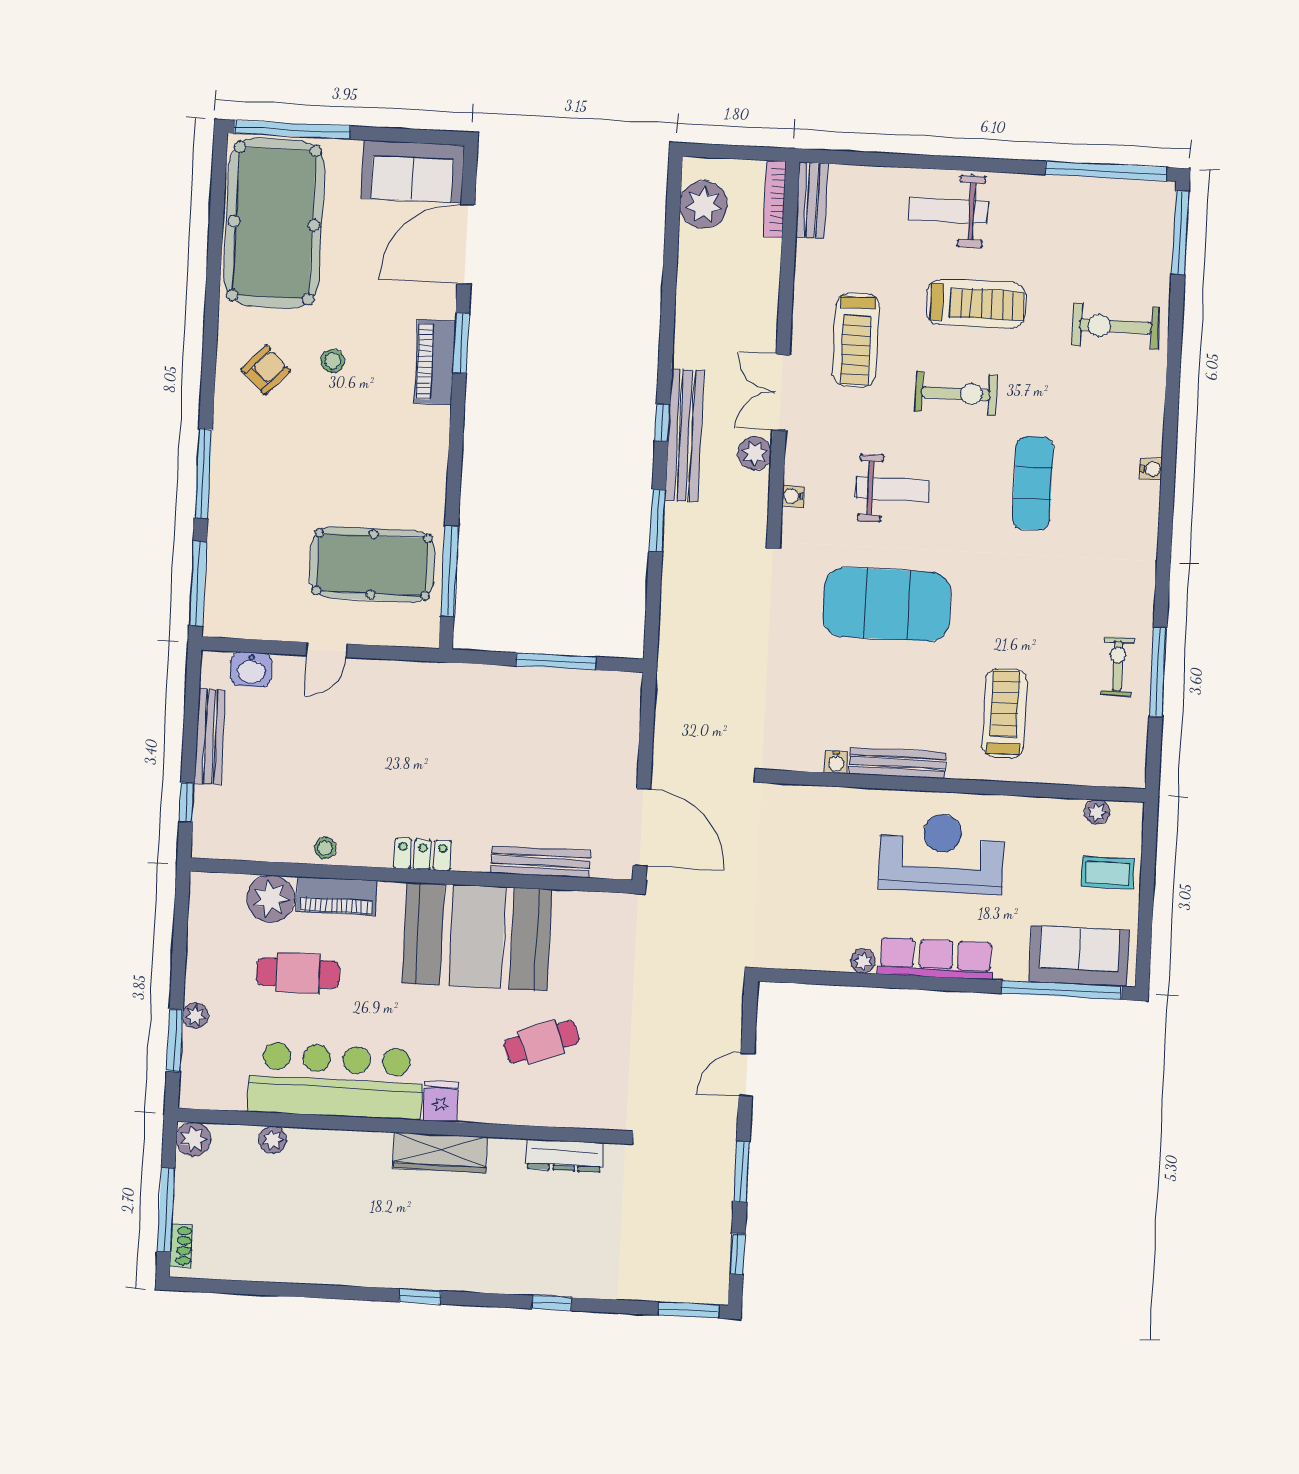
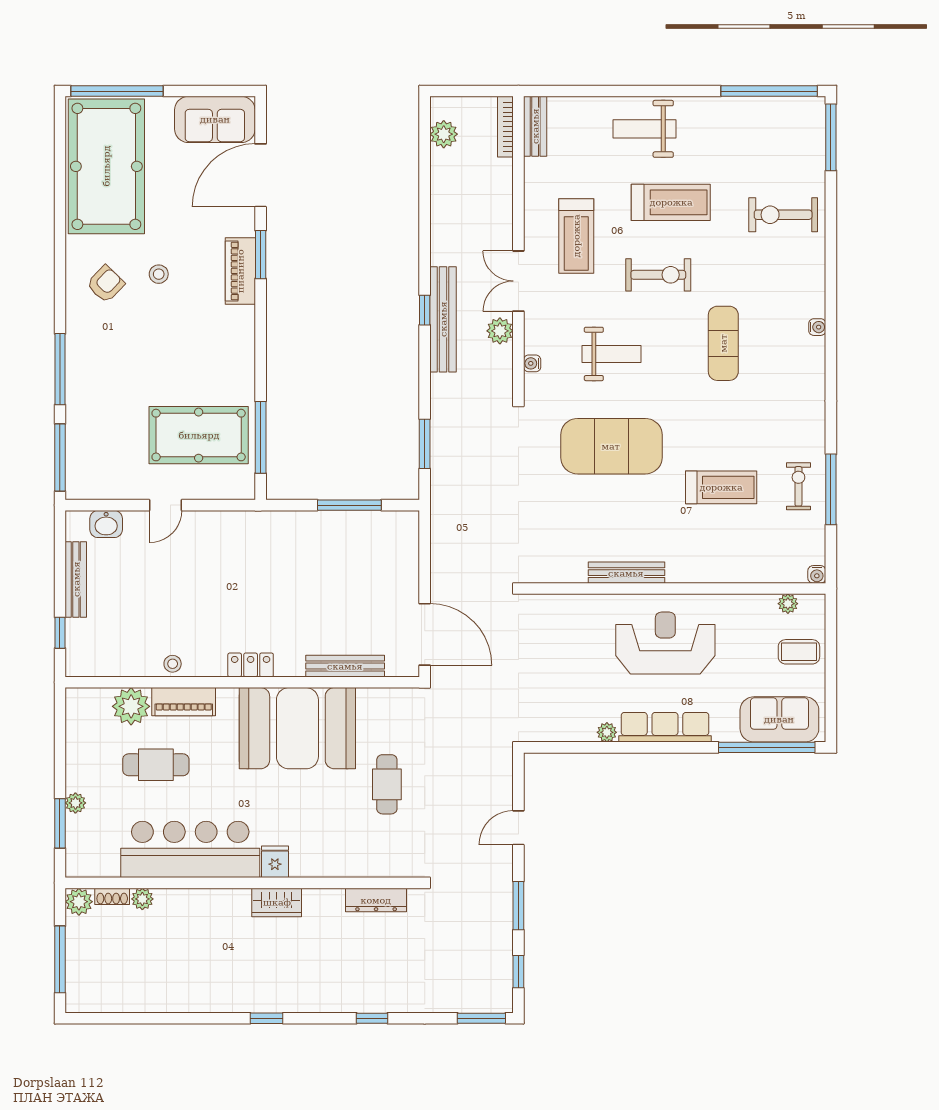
plant: (703, 205) -> (444, 134), width x0.73, depth x0.73
window: (657, 520) -> (425, 444), moved
treadmill: (1005, 713) -> (721, 487), moved, turned 90
water cooler: (836, 762) -> (817, 574), moved
cafe table: (542, 1042) -> (387, 784), moved, turned -70
wardrobe: (440, 1152) -> (277, 902), width x0.67
shoe rack: (181, 1246) -> (112, 896), moved, turned 90

